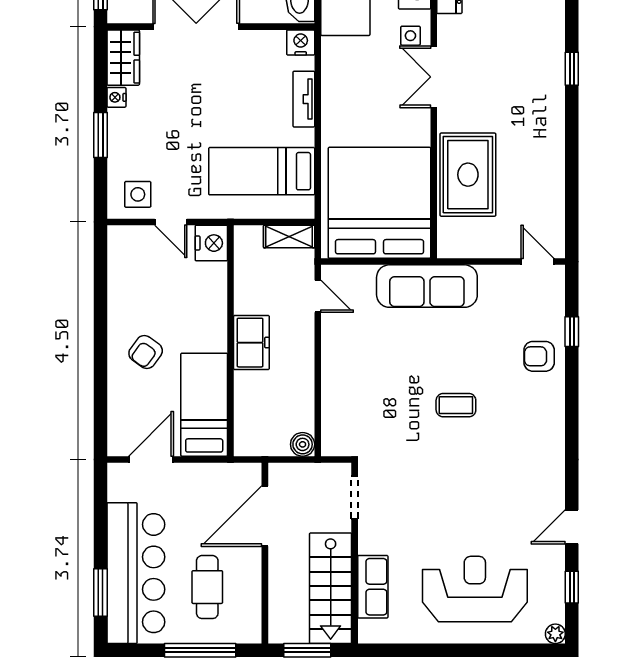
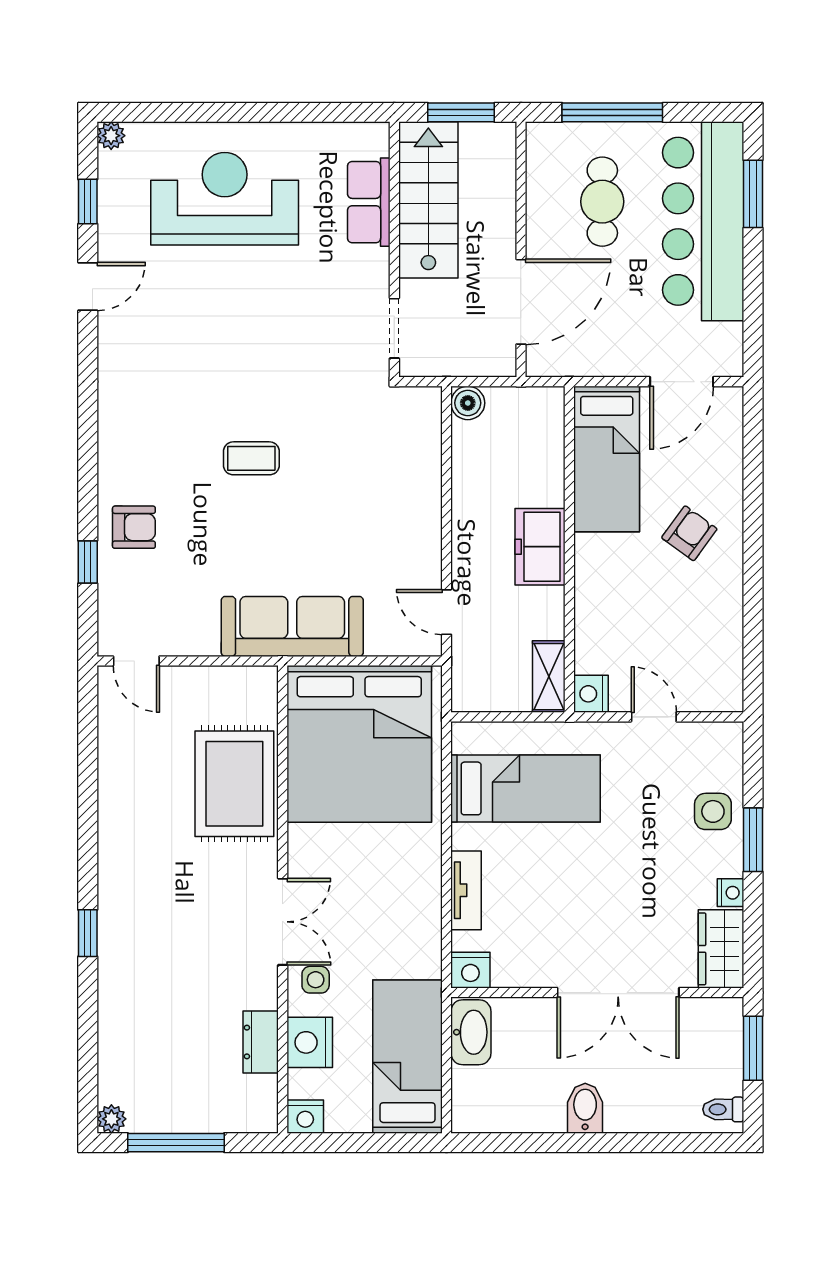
side table: (138, 194) -> (713, 811), moved
shelving: (289, 237) -> (549, 677), moved, turned 90
nightstand: (211, 243) -> (591, 694), width x0.74, depth x0.75
reception desk: (475, 589) -> (225, 199), turned 180

